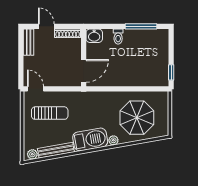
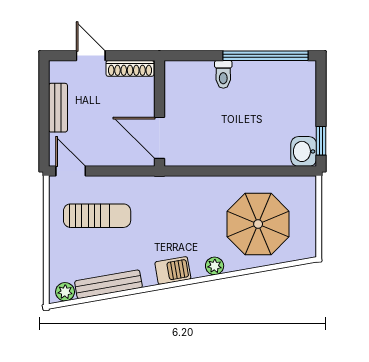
window: (141, 26) -> (266, 56), width x1.46
washbasin: (94, 36) -> (304, 151), moved, turned 90
bench: (29, 42) -> (58, 108), moved
door: (84, 71) -> (159, 138), swing flipped
barbecue: (90, 139) -> (173, 270), width x0.53, depth x0.65

